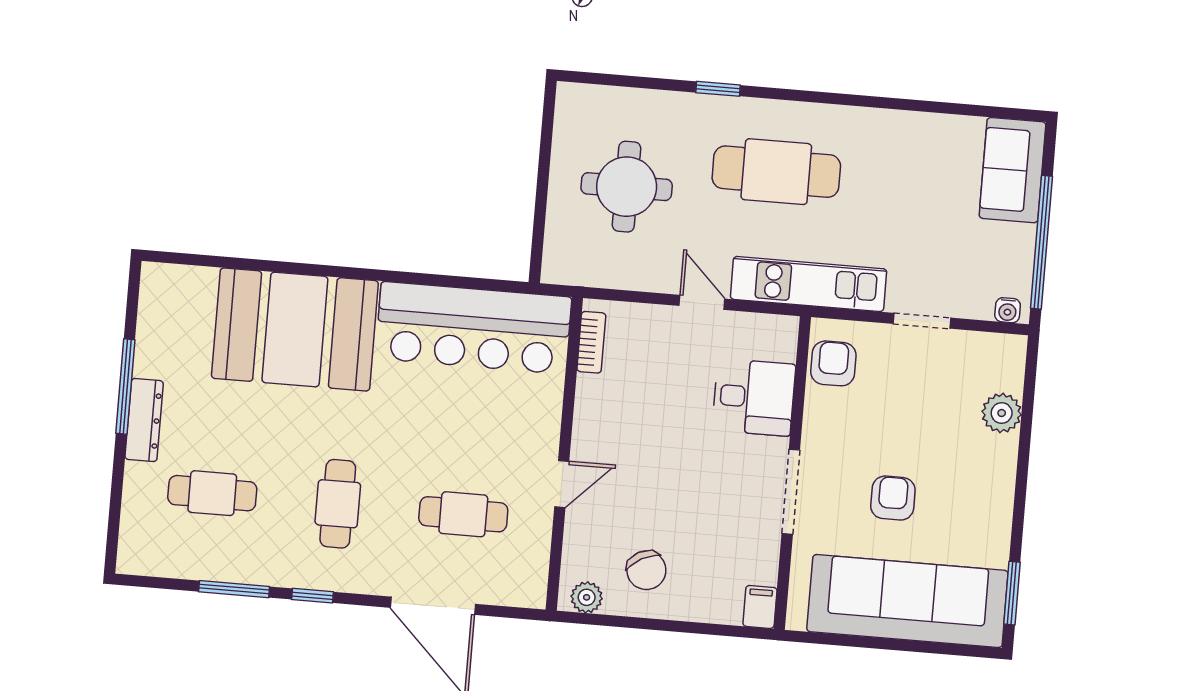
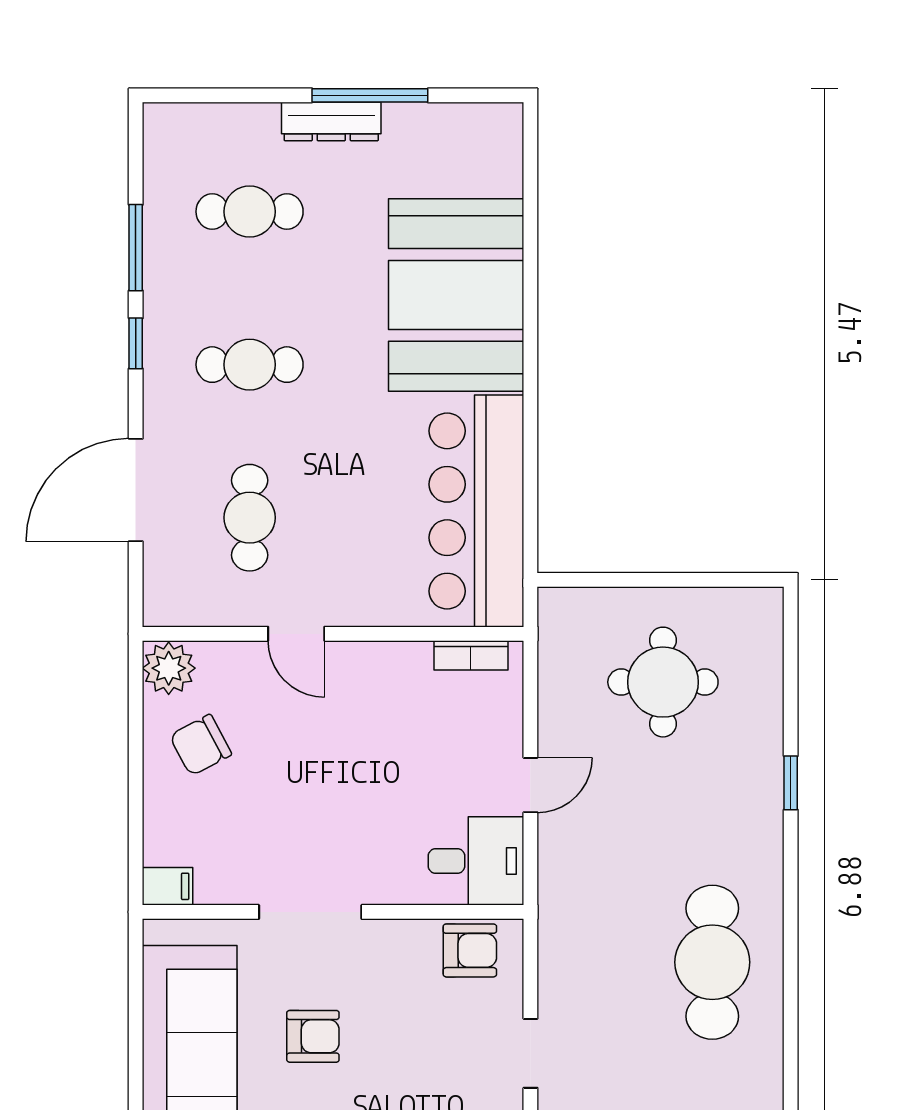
cafe table: (776, 172) -> (712, 962), moved
kitchen unit: (809, 284) -> (564, 912), removed
desk: (754, 397) -> (476, 861), moved, turned -90
cafe table: (212, 493) -> (250, 212), turned 90
plant: (587, 597) -> (169, 668), width x1.38, depth x1.38

